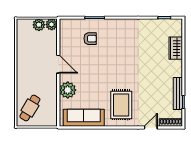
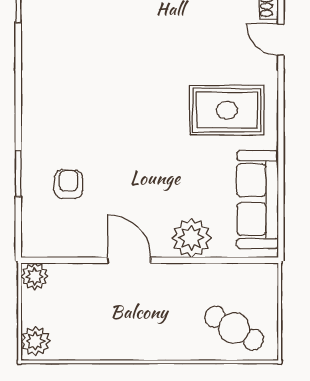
plant: (39, 25) -> (35, 341), moved
door: (58, 64) -> (129, 260), hinge flipped

